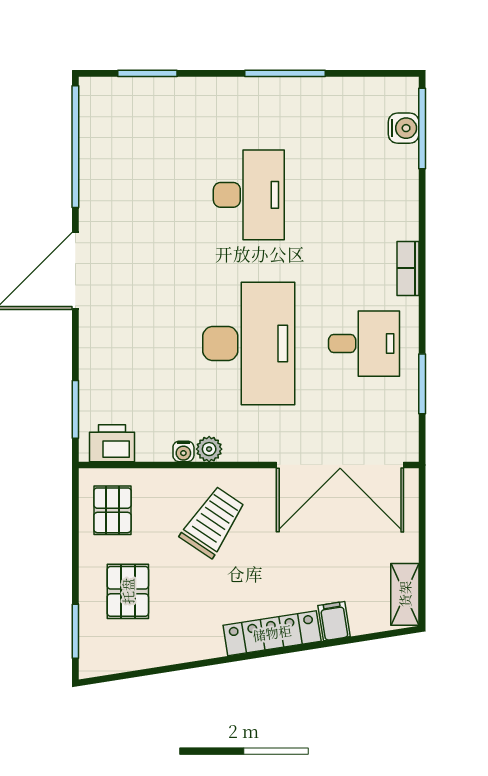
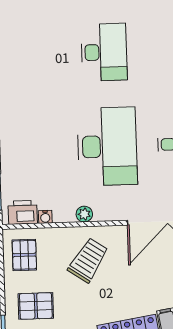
water cooler: (183, 451) -> (45, 217), moved
pallet: (128, 591) -> (36, 306), turned 90

